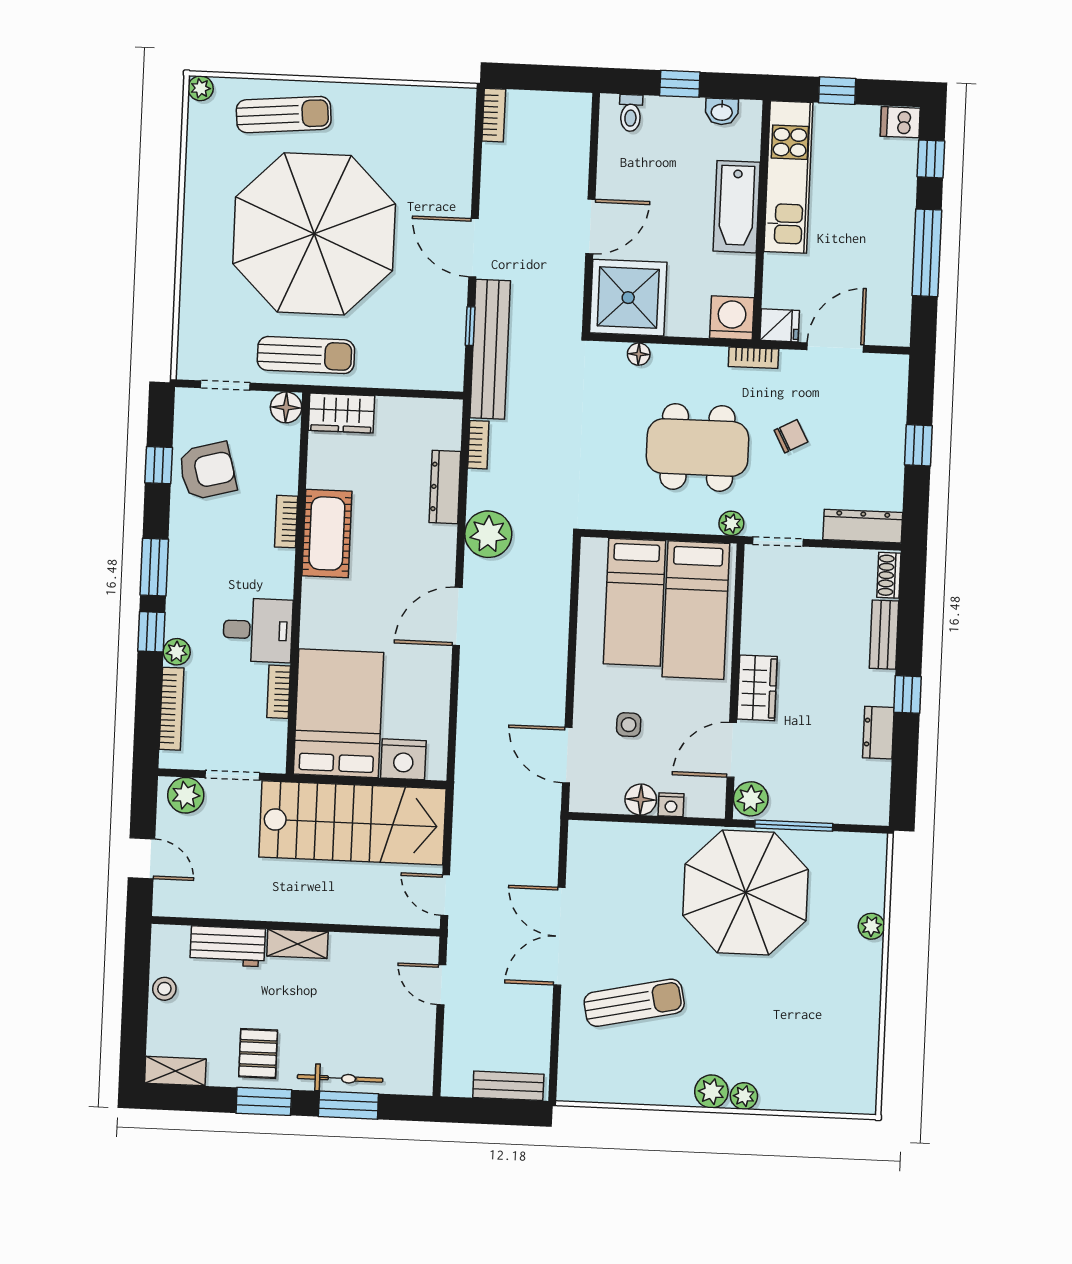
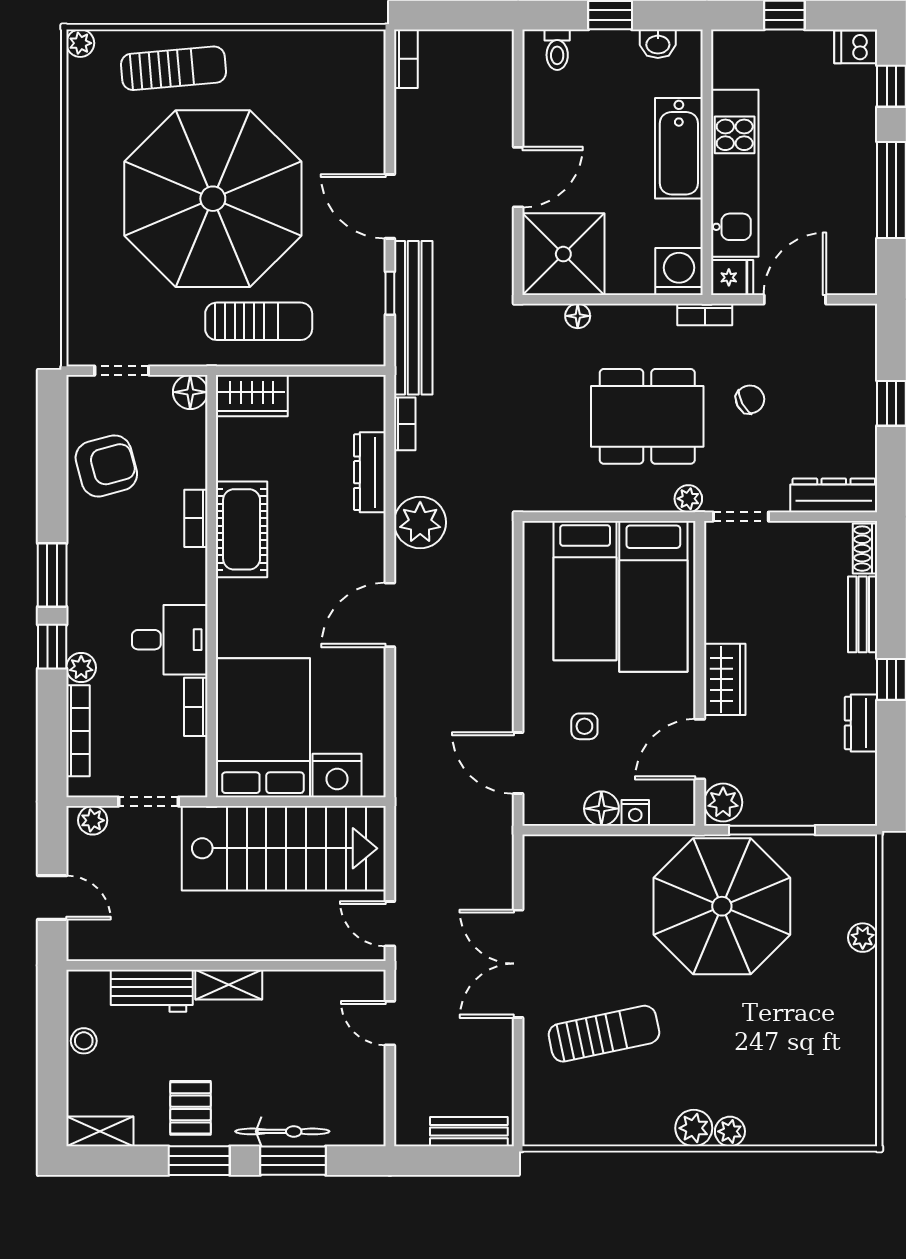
kitchen unit: (788, 177) -> (735, 173), moved
sun lounger: (306, 355) -> (259, 321), moved
window: (159, 465) -> (52, 462), removed
plant: (186, 795) -> (93, 820), width x0.73, depth x0.73

